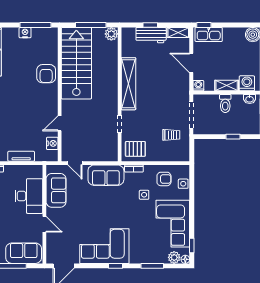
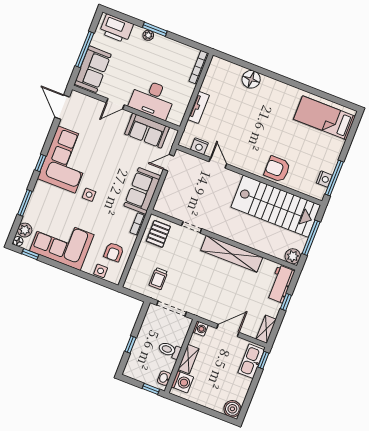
nightstand: (25, 33) -> (324, 179), moved
workbench: (151, 35) -> (280, 284), moved
side table: (144, 195) -> (89, 195), moved

